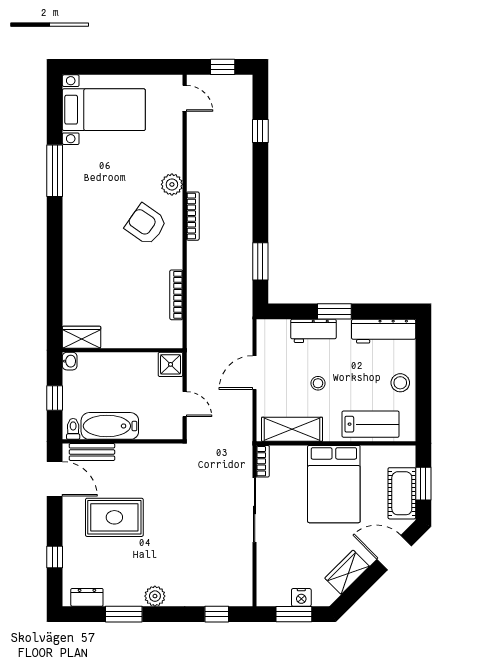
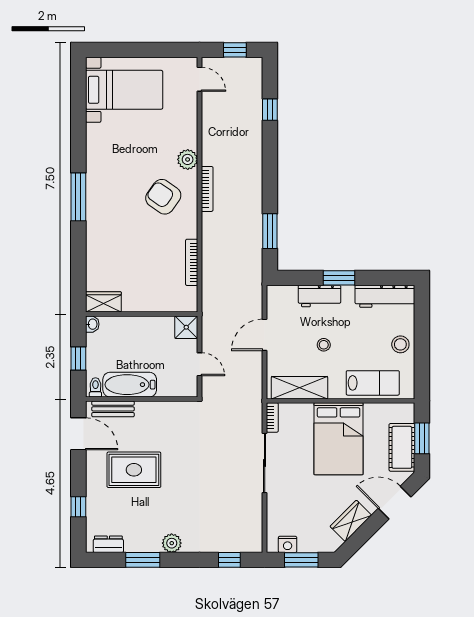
window: (55, 171) -> (78, 197), moved
nightstand: (301, 597) -> (288, 544), moved

